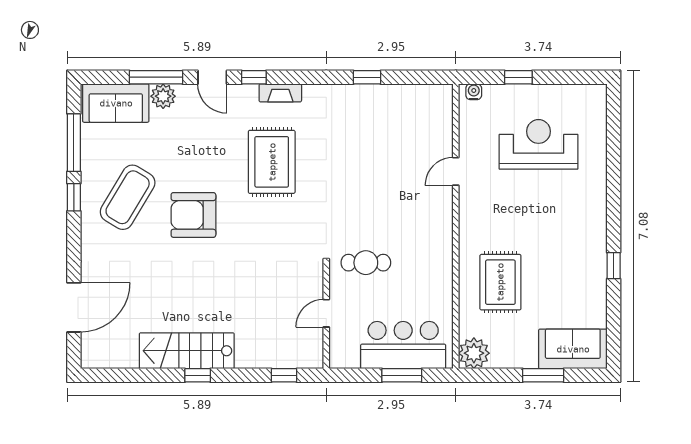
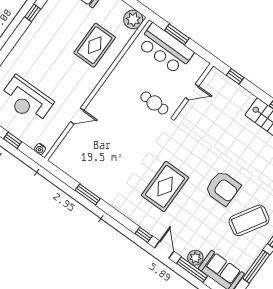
window: (367, 77) -> (88, 194), width x1.50
fireplace: (280, 93) -> (136, 218), removed

